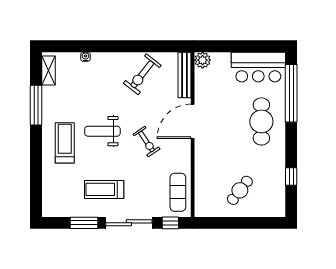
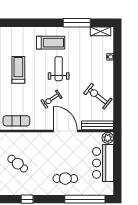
bar counter: (258, 67) -> (103, 163), moved
cafe table: (261, 121) -> (65, 179), width x0.73, depth x0.74

